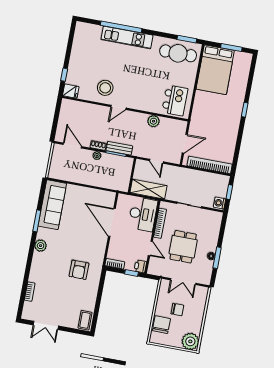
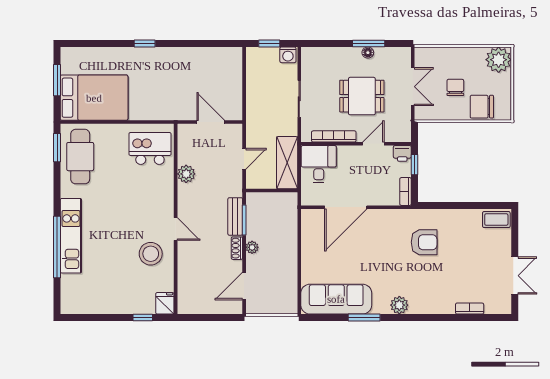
bookcase: (210, 165) -> (235, 80), removed
desk: (143, 214) -> (319, 164), width x0.73

